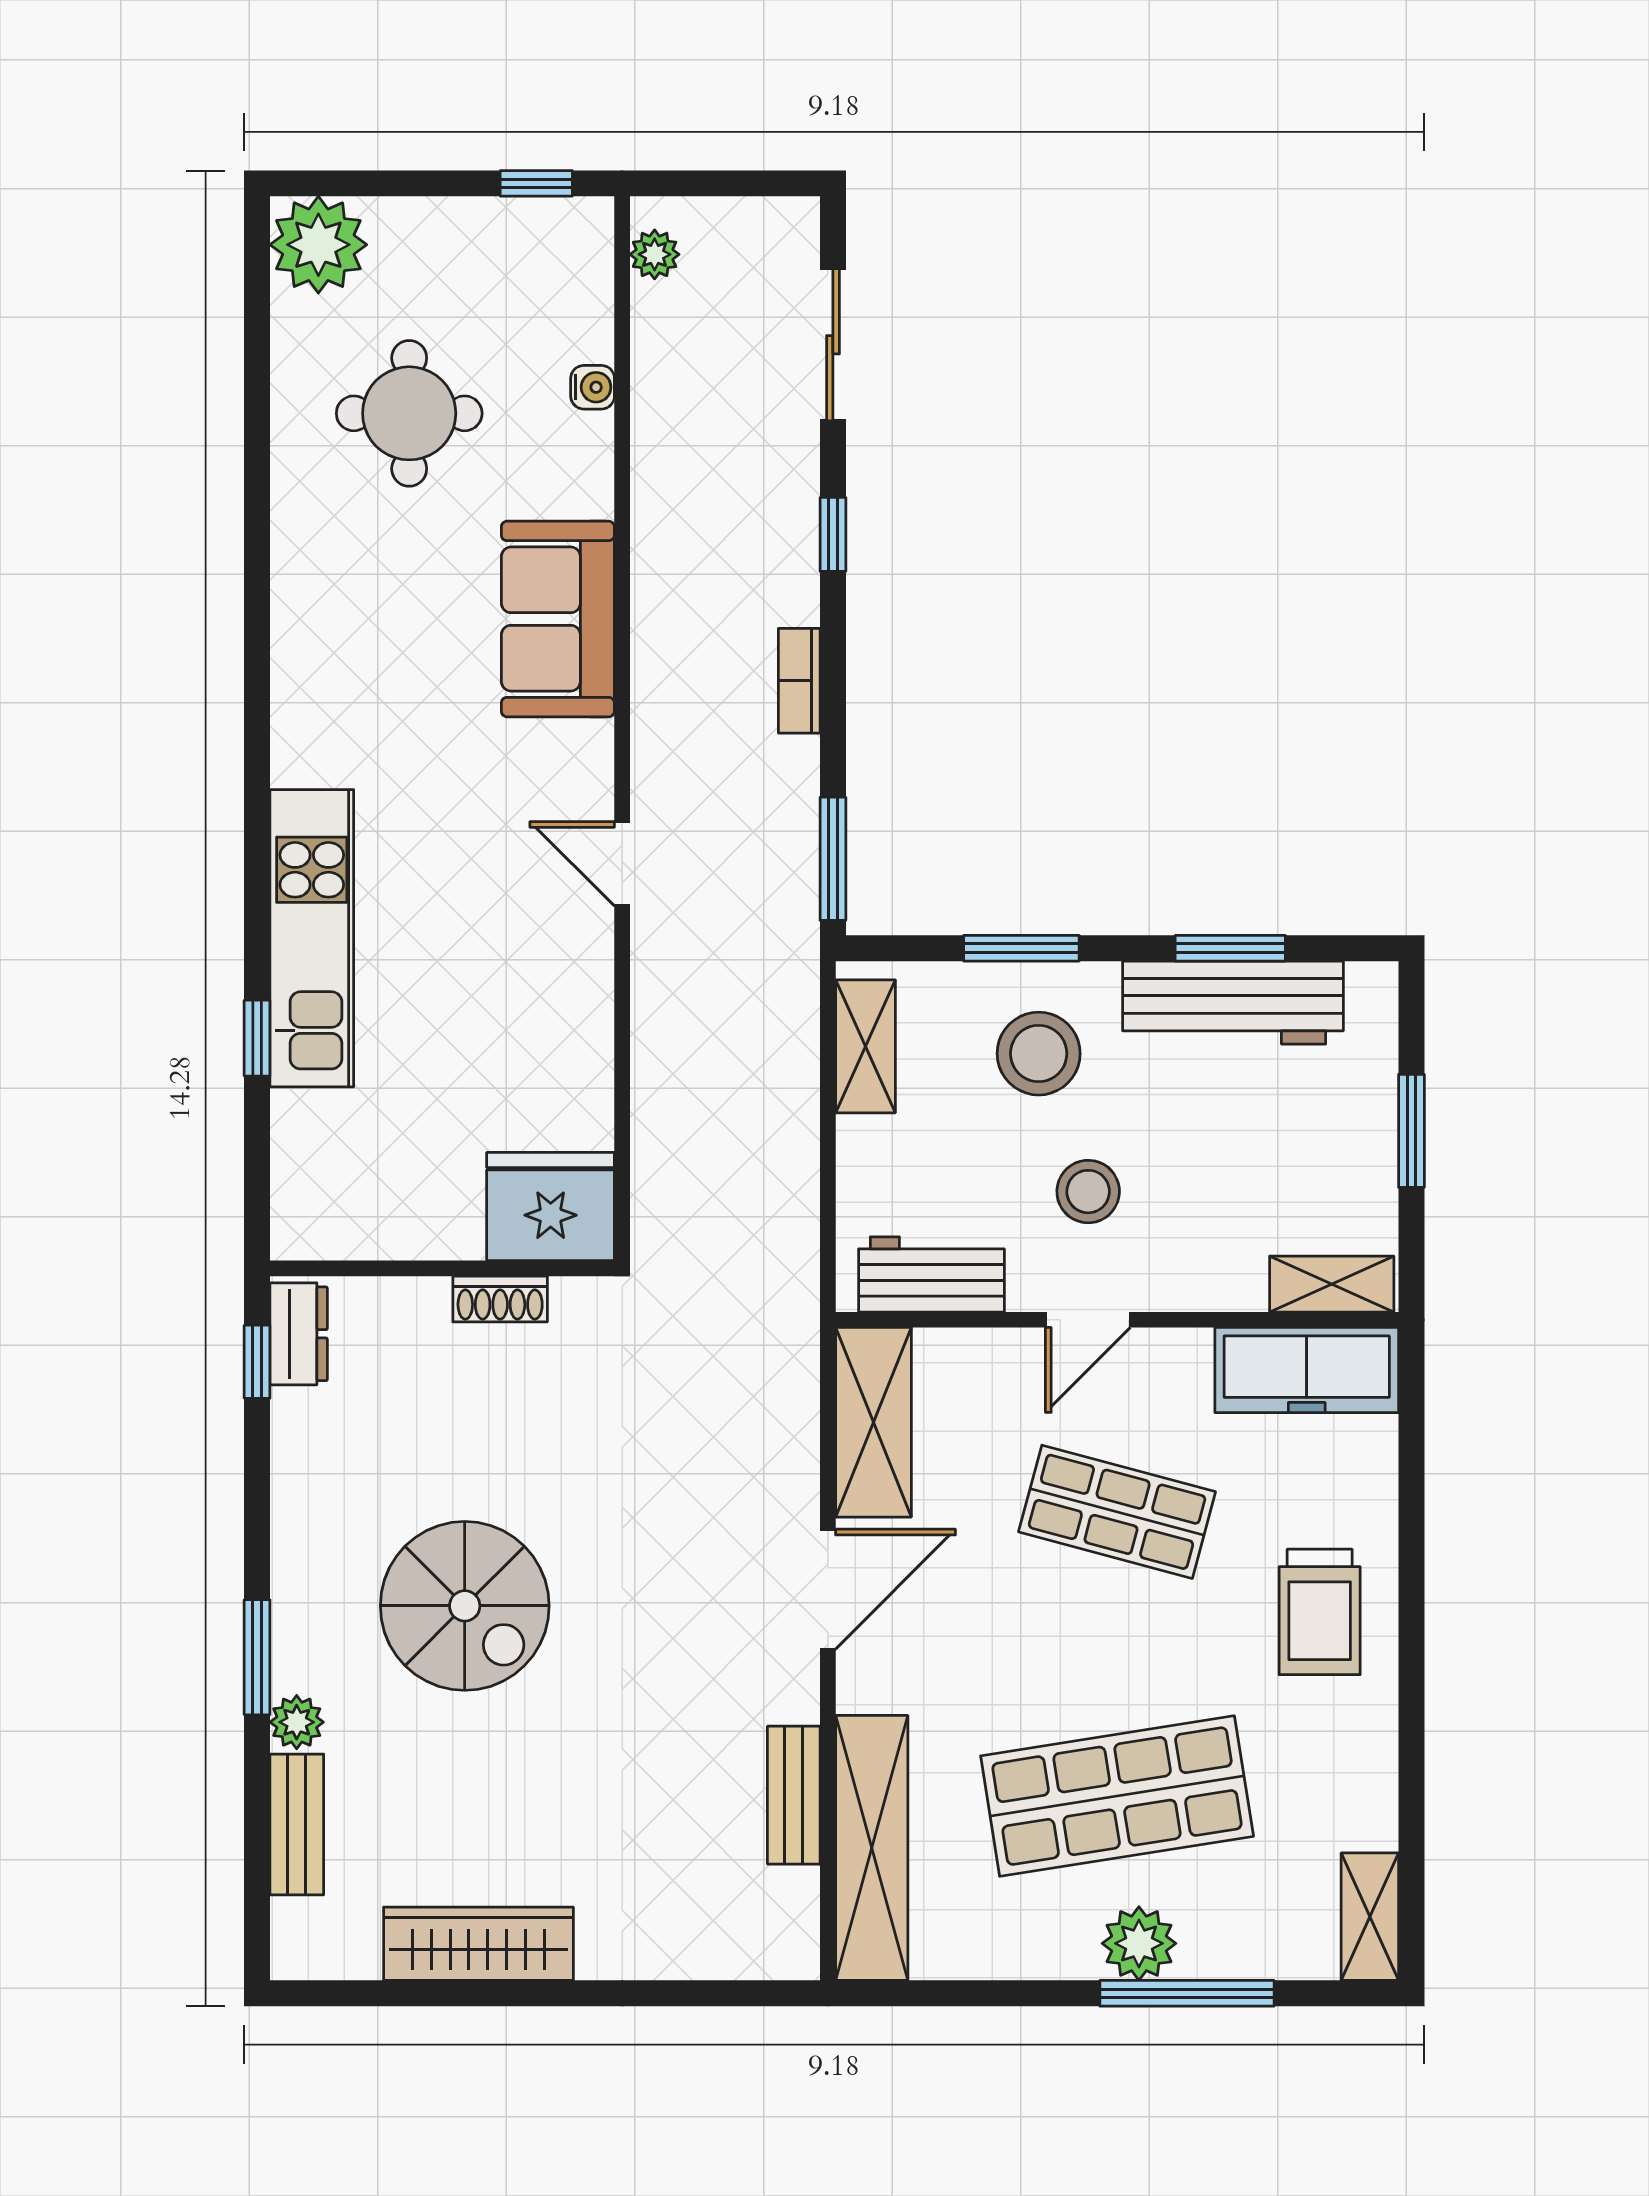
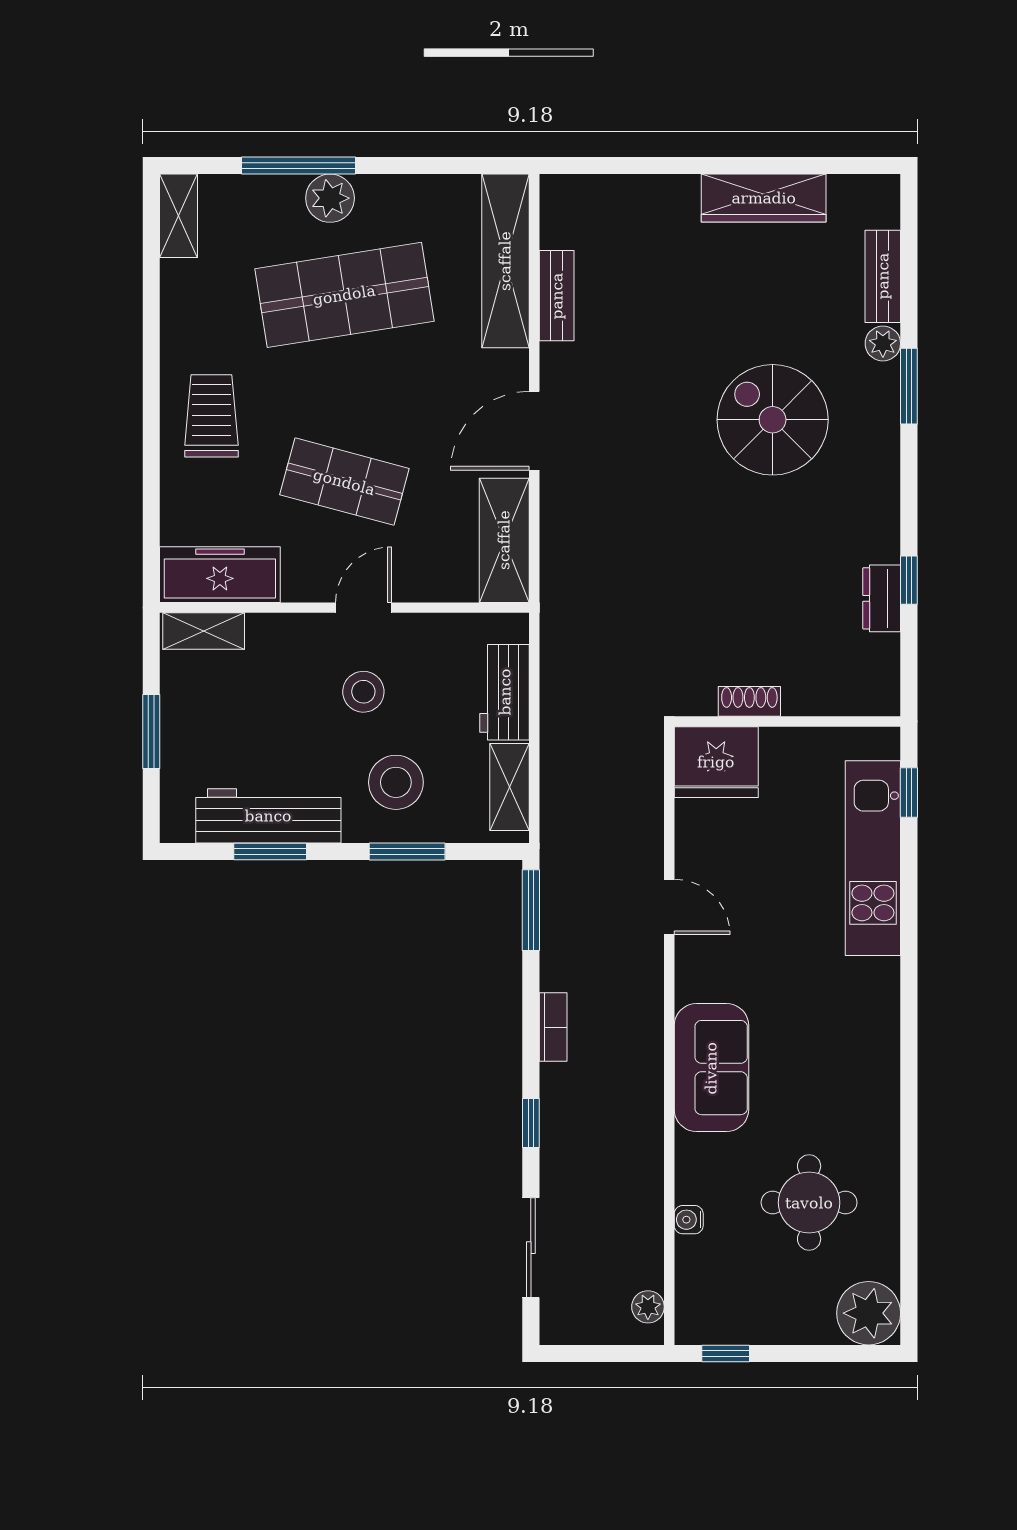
fridge: (551, 1207) -> (716, 762), moved
wall: (442, 1268) -> (787, 722), moved
workbench: (931, 1274) -> (505, 692), moved, turned 90
shoe rack: (500, 1299) -> (749, 701), moved

